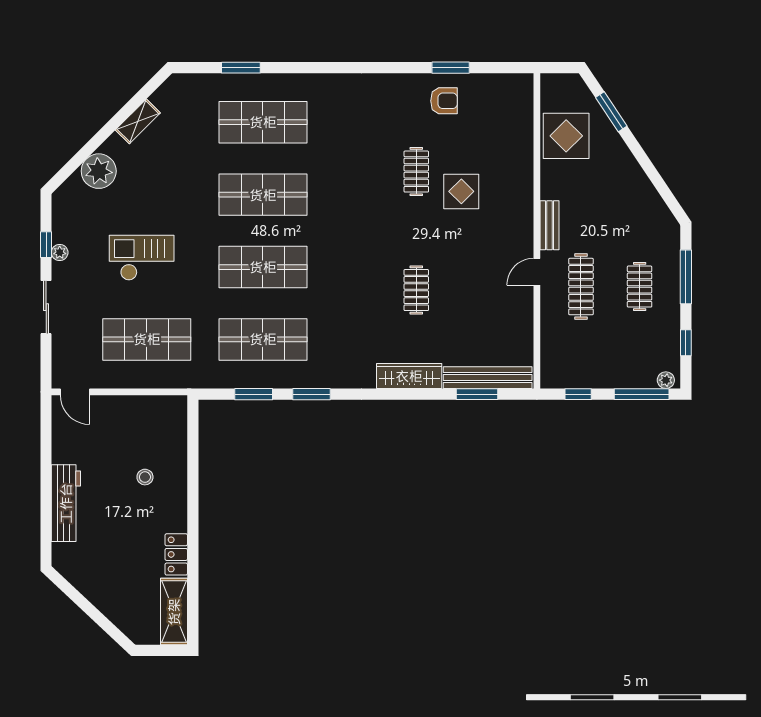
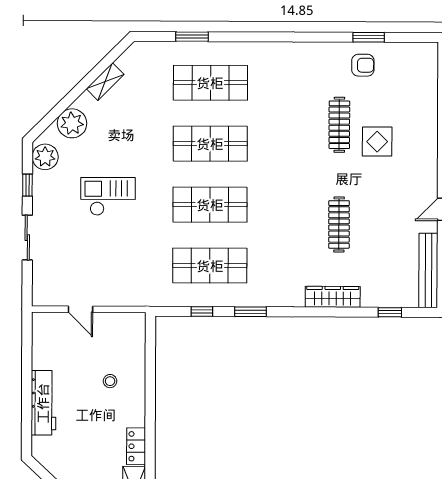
clothes rail: (416, 172) -> (339, 125), width x1.36
plant: (60, 252) -> (45, 157), moved, width x1.87, depth x1.87
clothes rail: (416, 290) -> (339, 224), width x1.36
shop shelf: (147, 339) -> (112, 265), removed
bench: (488, 378) -> (428, 270), moved, turned 90
door: (75, 392) -> (80, 309), moved
window: (254, 394) -> (202, 312), width x0.67
window: (477, 394) -> (390, 312), width x0.67

